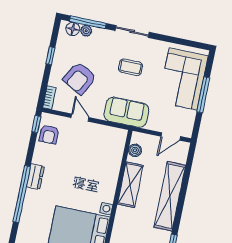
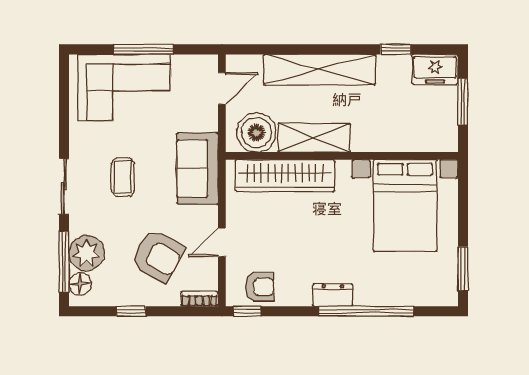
plant: (86, 31) -> (87, 253), width x1.88, depth x1.88
door: (171, 136) -> (222, 88), hinge flipped
boiler: (135, 150) -> (256, 133), width x1.86, depth x1.86
wardrobe: (112, 163) -> (285, 176), added

